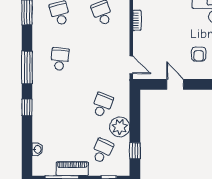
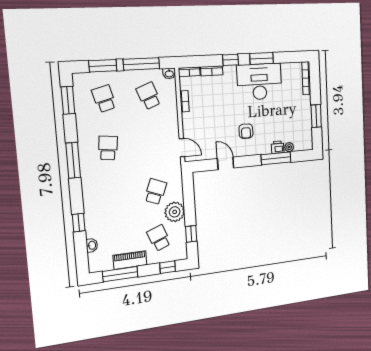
window: (27, 107) -> (79, 223), moved
school desk: (102, 151) -> (159, 238), turned -45

